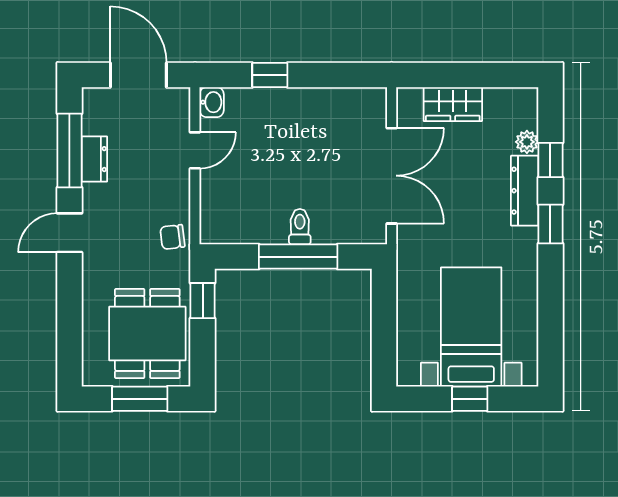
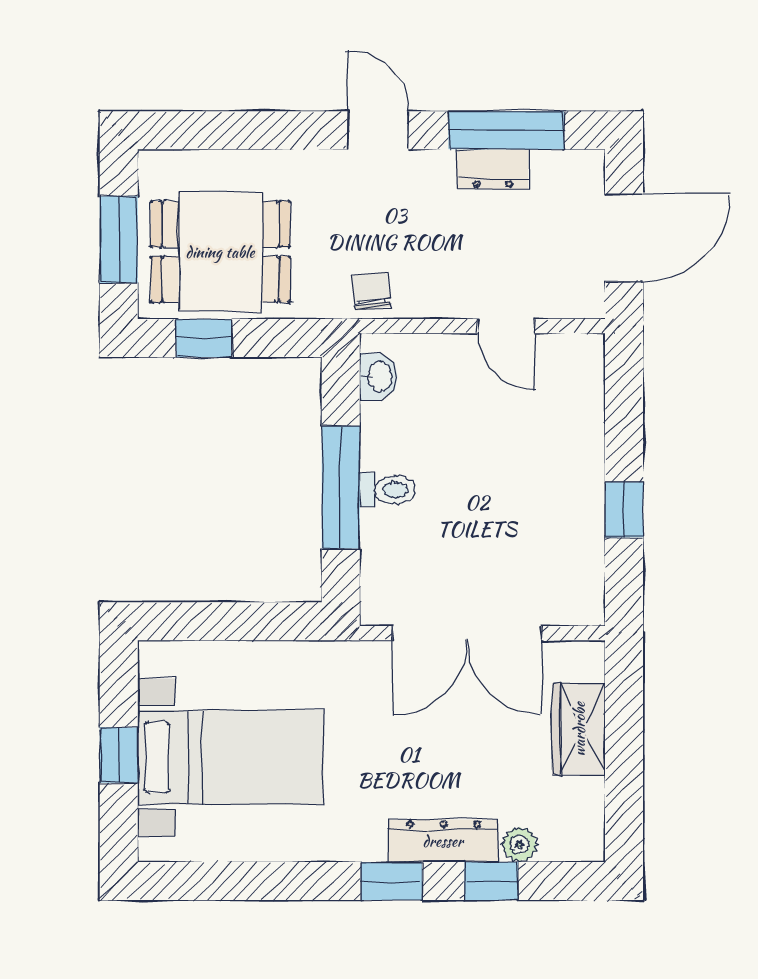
window: (270, 75) -> (624, 510), moved
washbasin: (212, 102) -> (379, 376), moved, turned -90
window: (203, 301) -> (204, 338), moved

